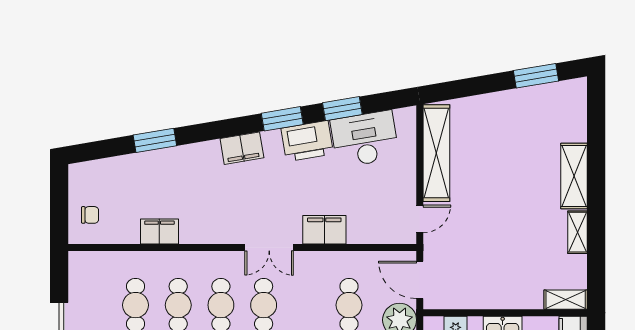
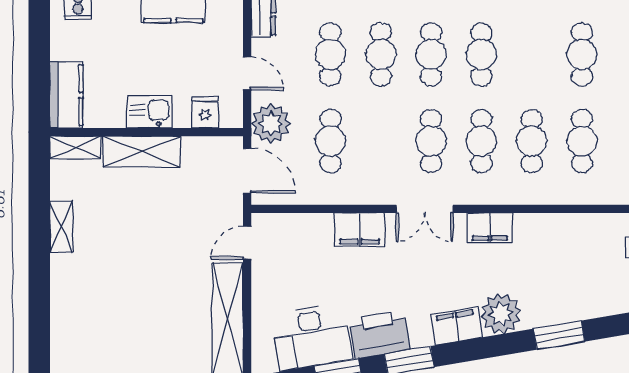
plant: (204, 158) -> (501, 314), added
shelving: (574, 176) -> (142, 152), moved, turned 90
filing cabinet: (159, 232) -> (490, 228), moved
double door: (269, 248) -> (425, 209), swing flipped

